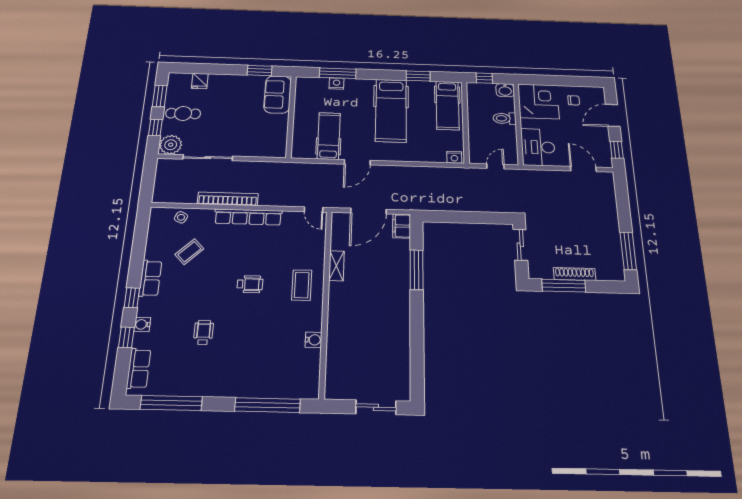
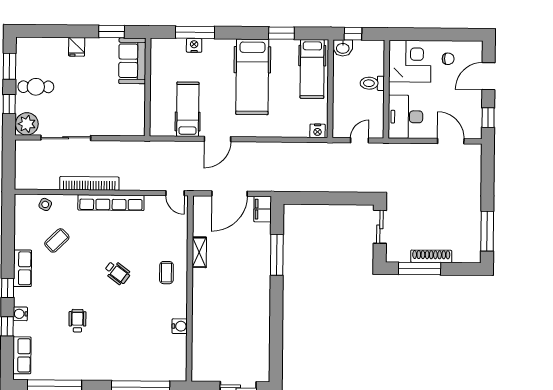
fridge: (200, 81) -> (77, 47), moved
washbasin: (505, 90) -> (343, 48), moved
wheelchair: (250, 284) -> (117, 273), turned 37
coffee table: (302, 285) -> (166, 273), width x0.73, depth x0.77

